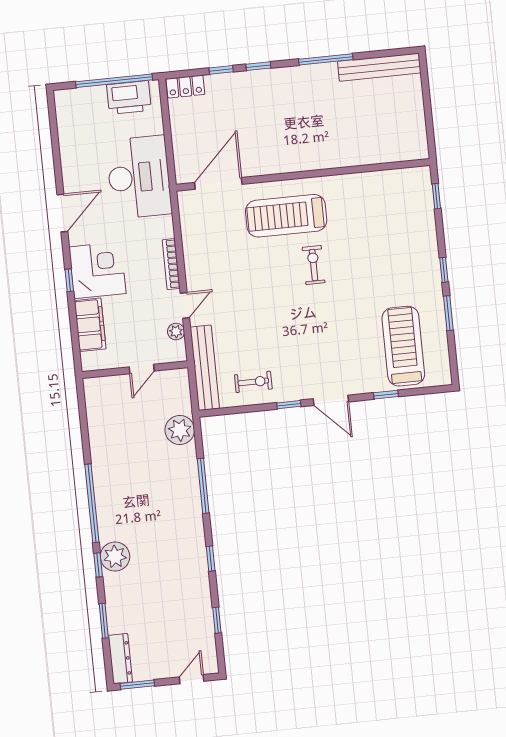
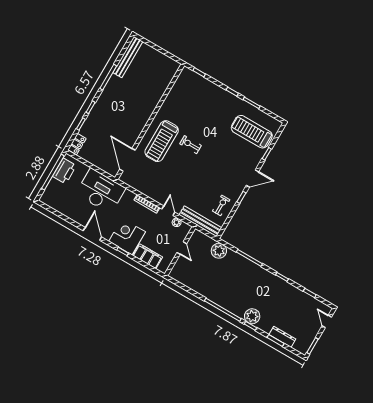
dresser: (120, 659) -> (282, 337), moved

